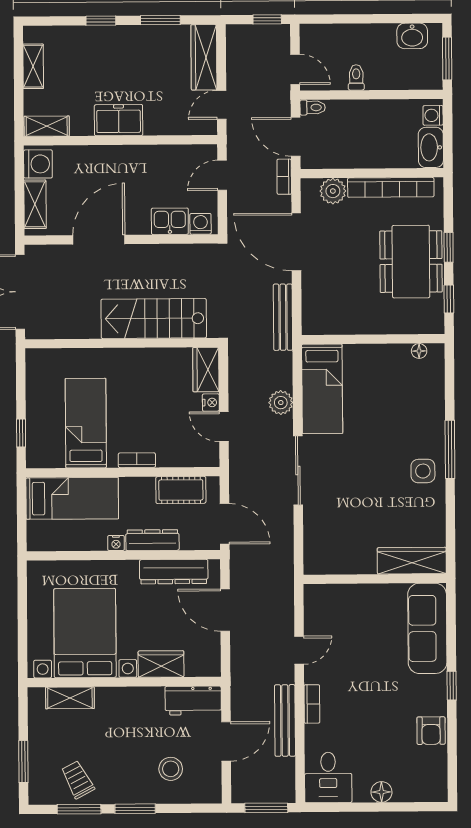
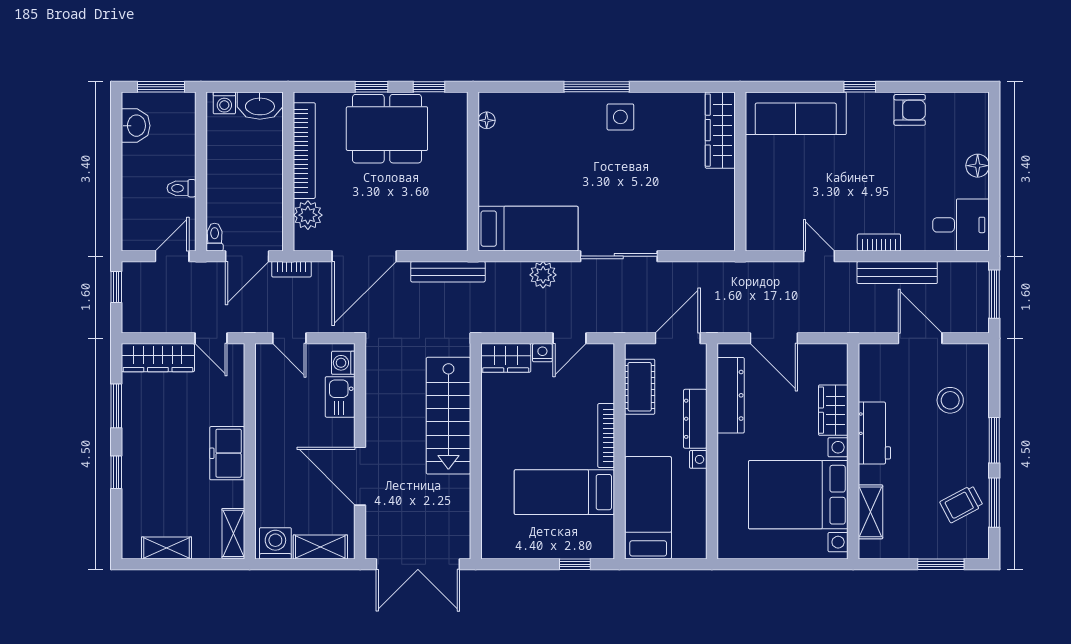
bookcase: (137, 460) -> (606, 435), width x1.56
door: (225, 610) -> (774, 338), hinge flipped
workbench: (193, 701) -> (874, 433), moved

